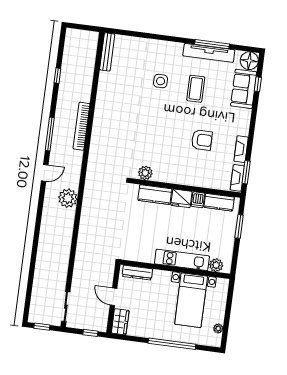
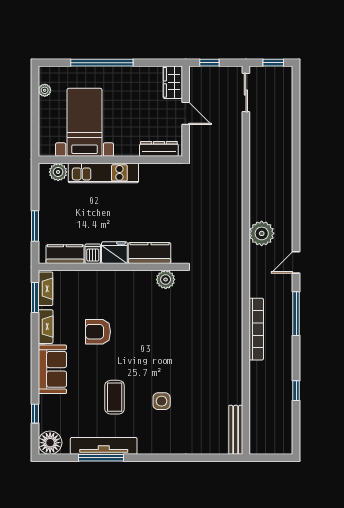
sofa: (244, 89) -> (52, 369), moved

